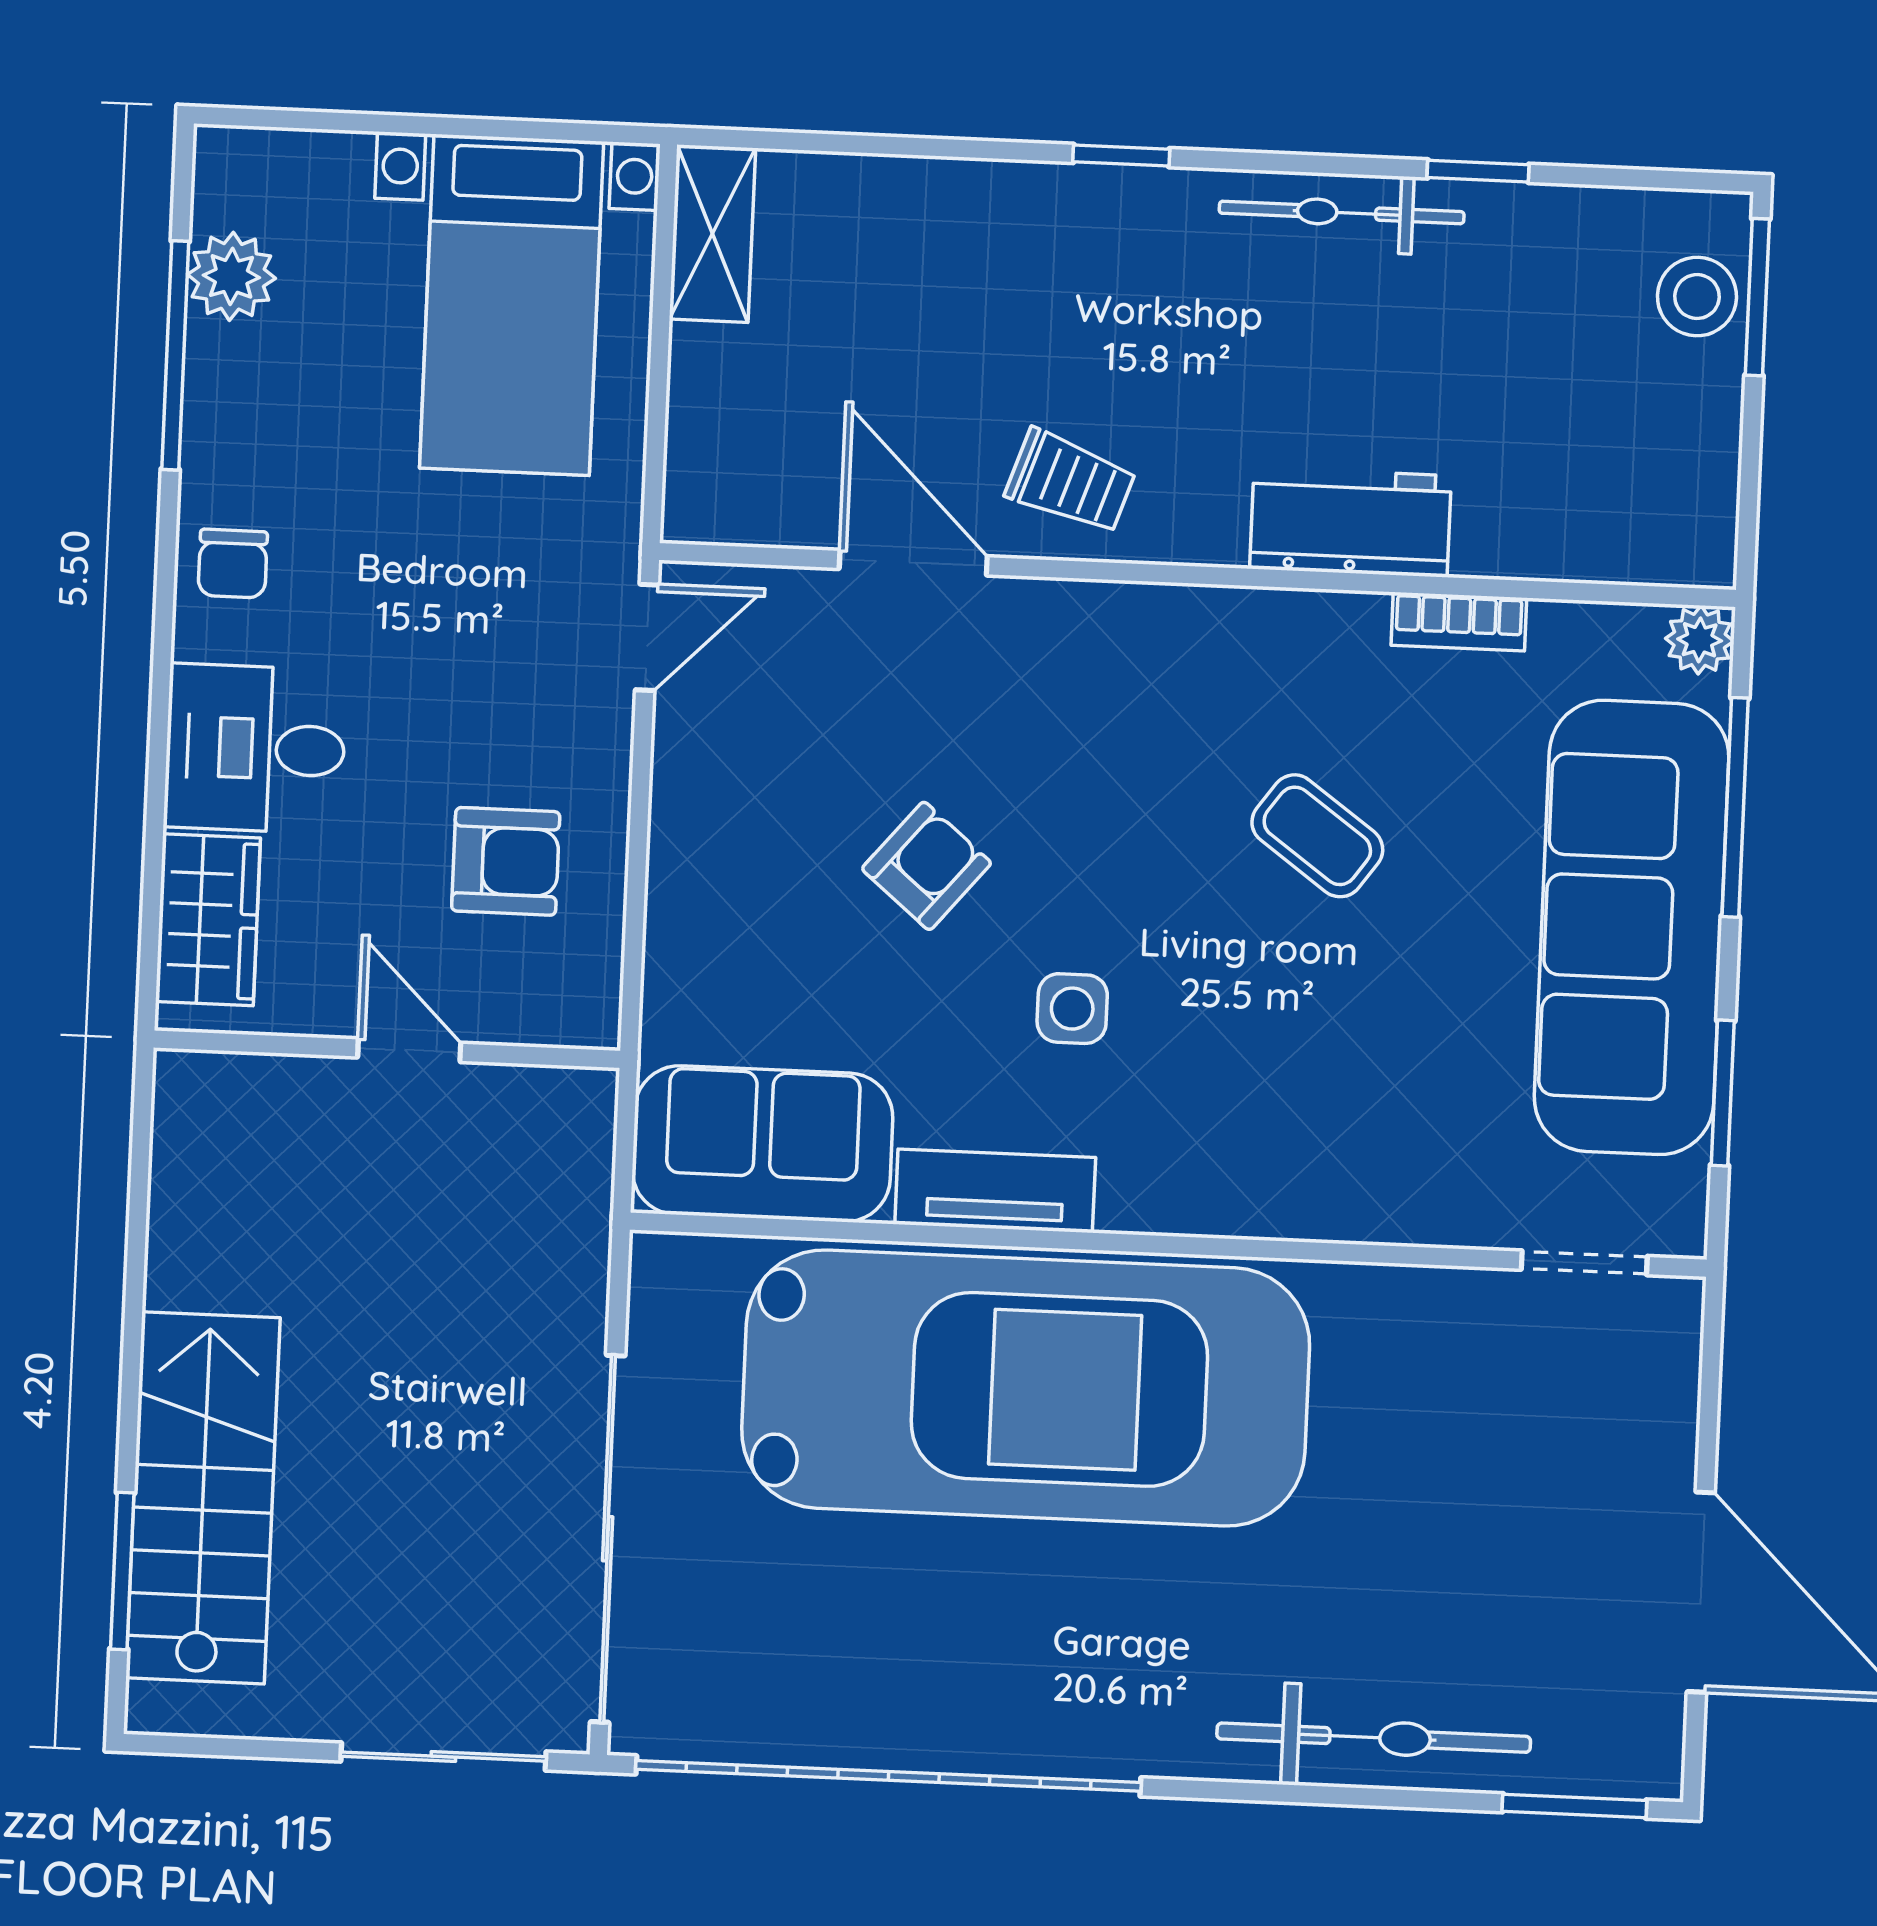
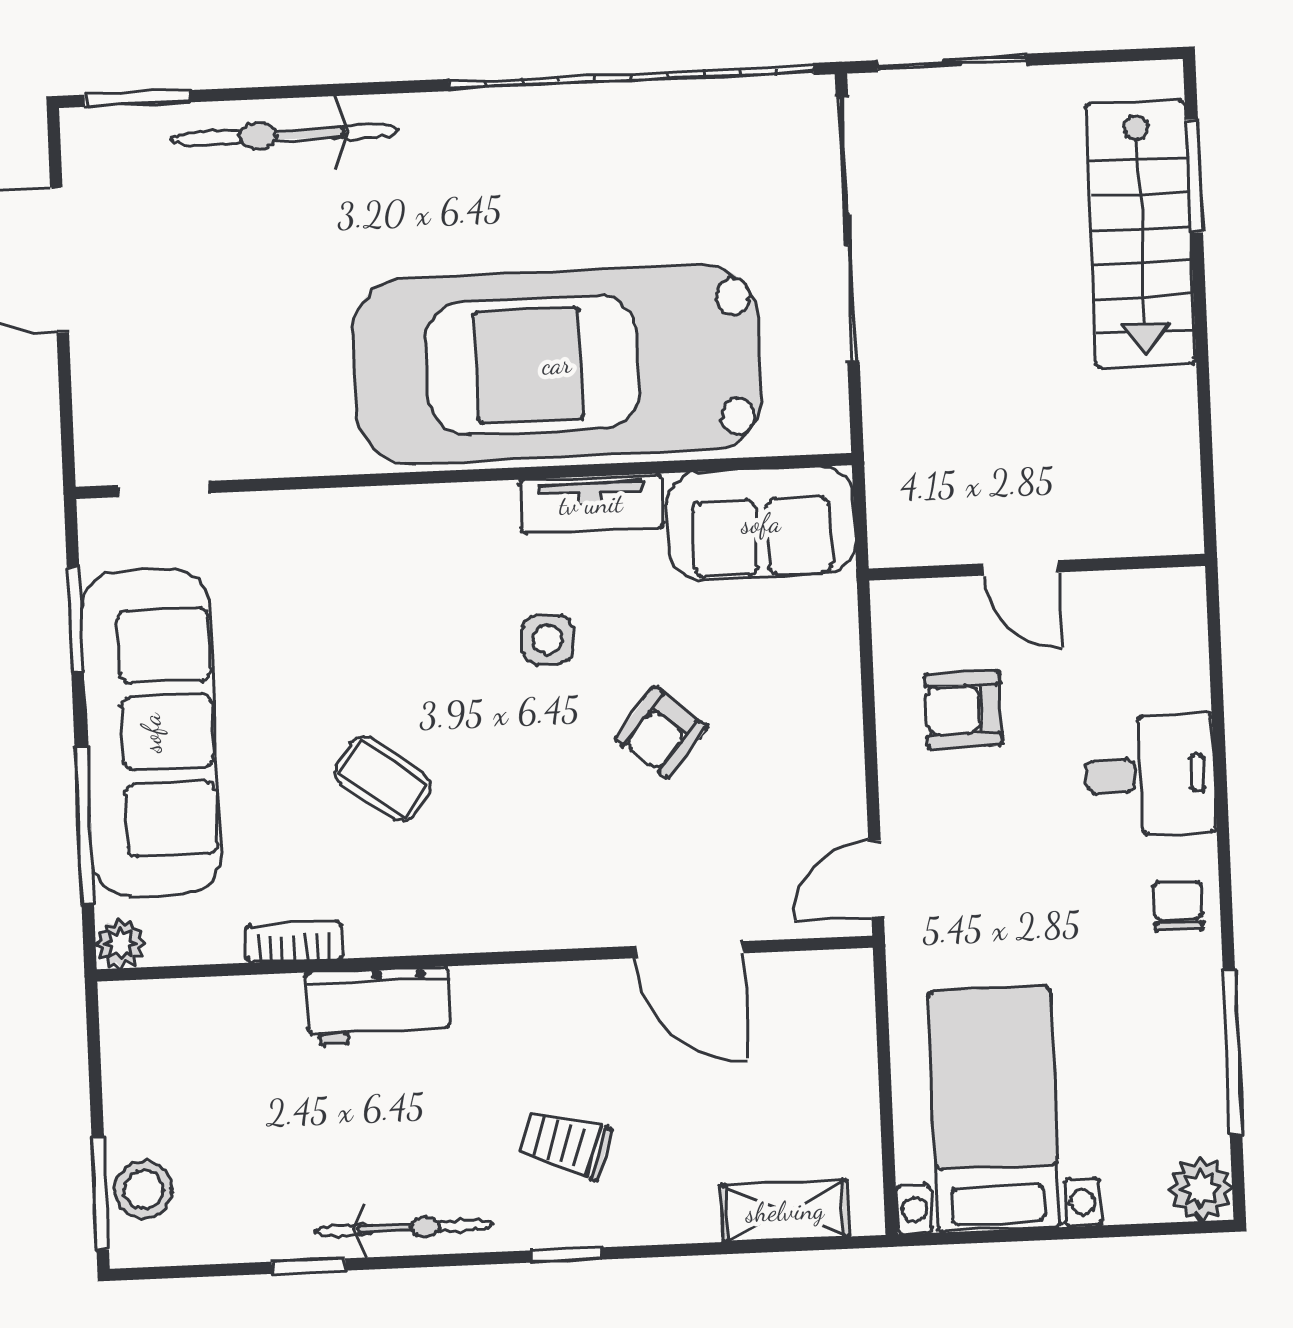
shelving: (712, 234) -> (785, 1211), moved, turned 90
plant: (231, 276) -> (1200, 1189), moved
trolley: (1071, 482) -> (565, 1143), moved
wardrobe: (208, 920) -> (1174, 649), removed

